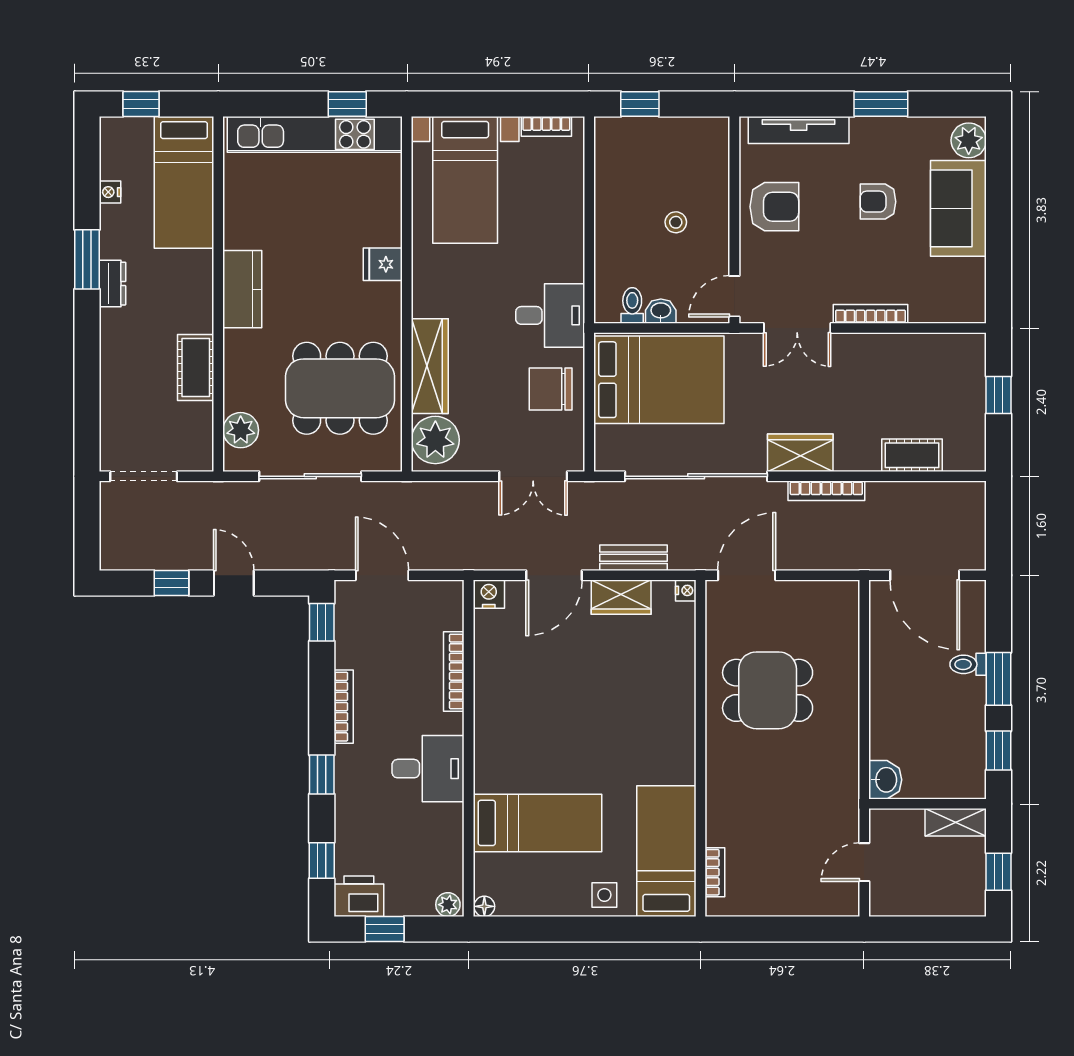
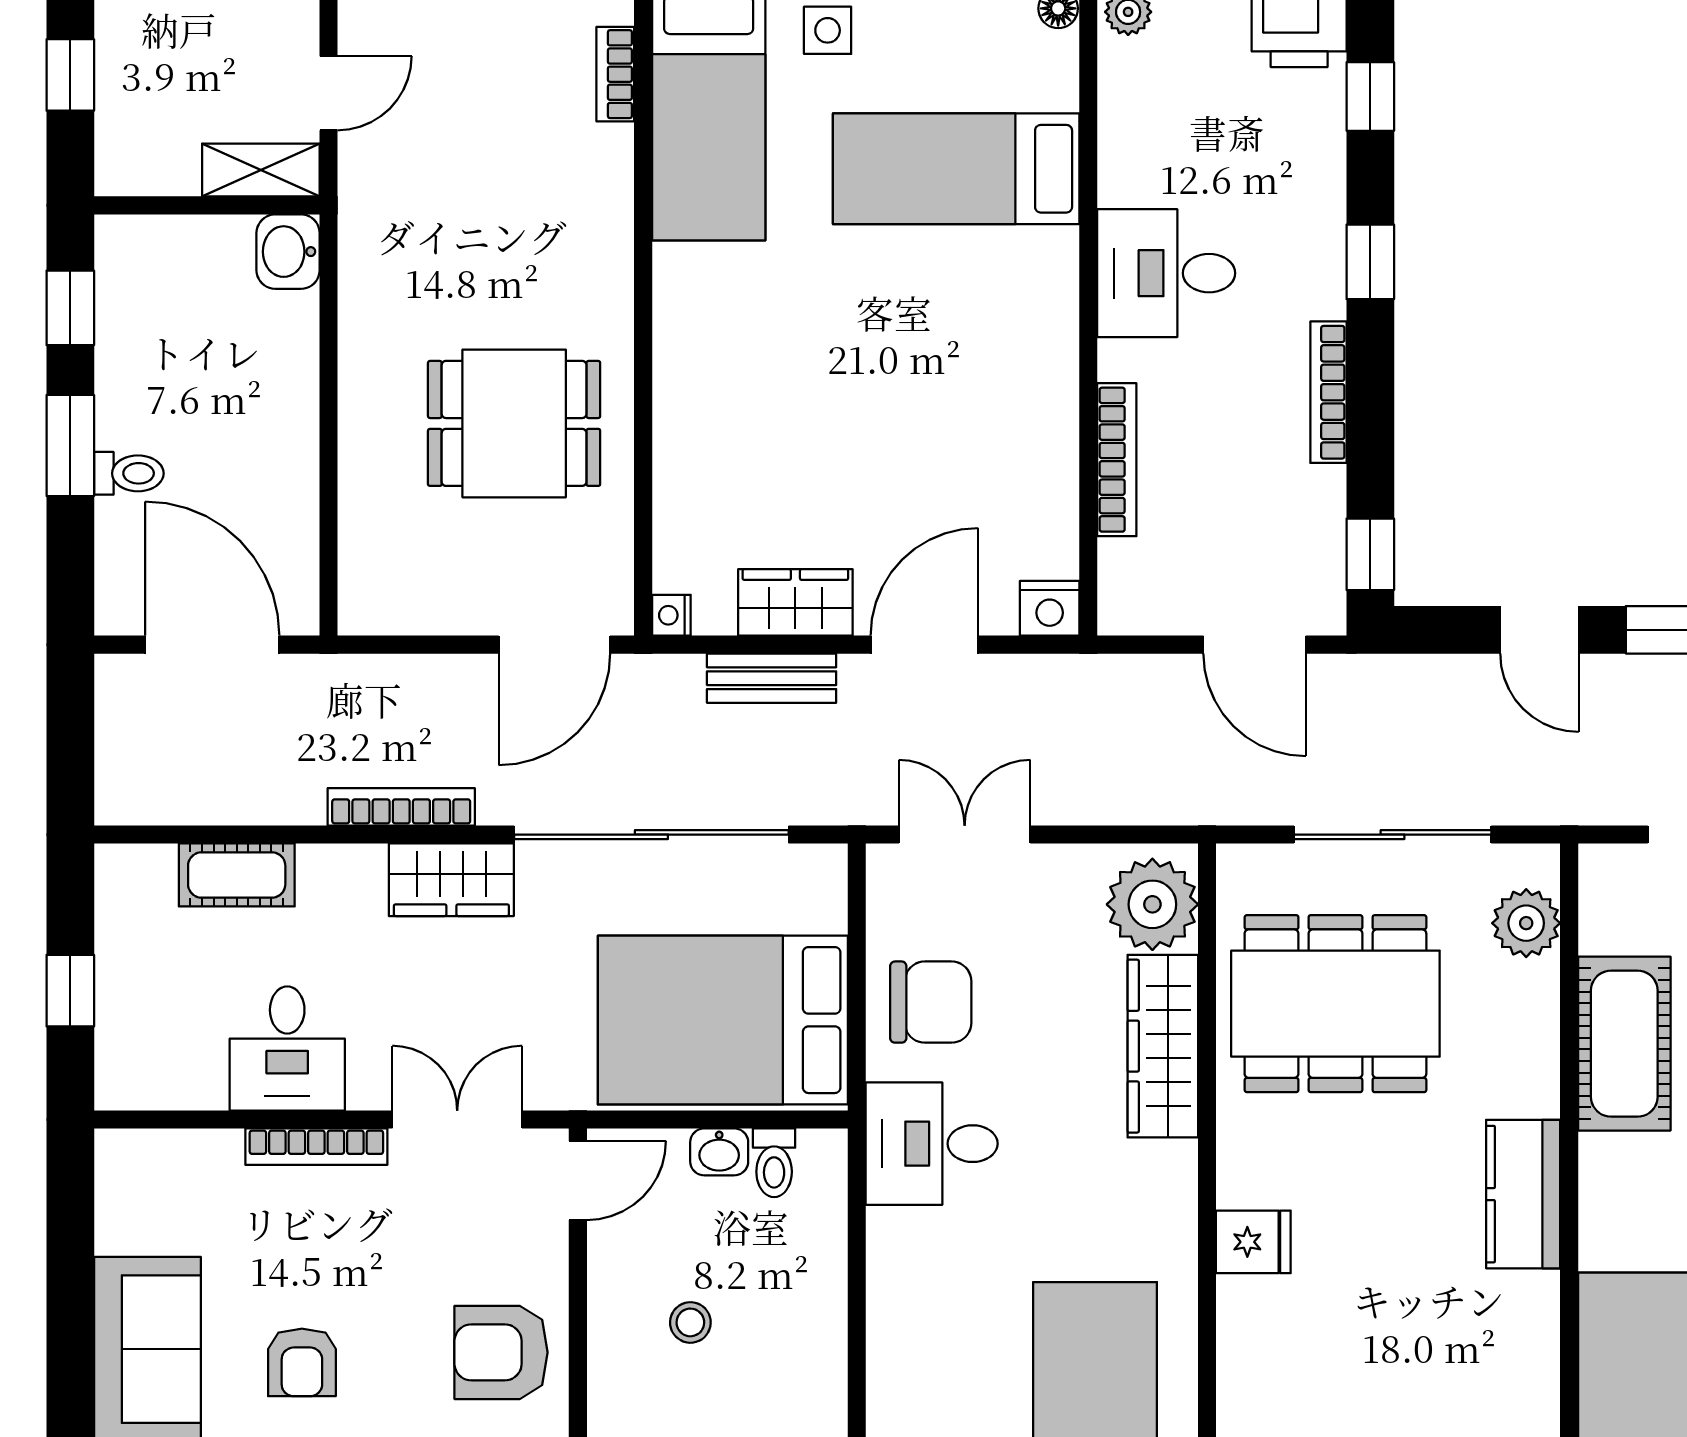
armchair: (878, 202) -> (302, 1362), turned 90
desk: (886, 365) -> (287, 1048), added
cot: (196, 367) -> (1624, 1044), width x1.37, depth x1.34
shelving: (956, 822) -> (261, 170), moved

